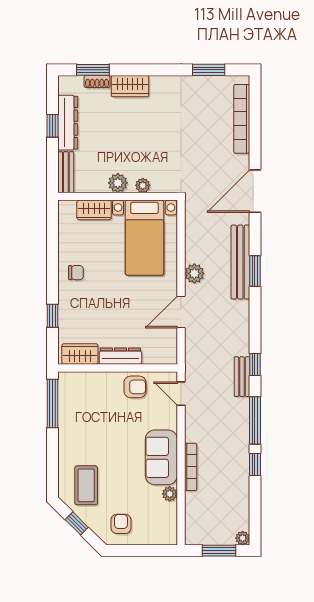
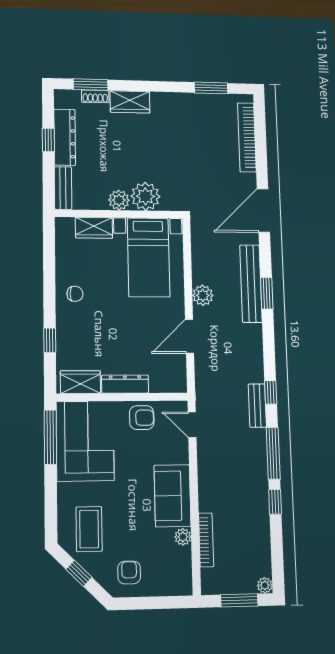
plant: (143, 185) -> (145, 196), width x1.87, depth x1.87
corner sofa: (83, 407) -> (85, 441), added
bookcase: (191, 467) -> (206, 540), moved

